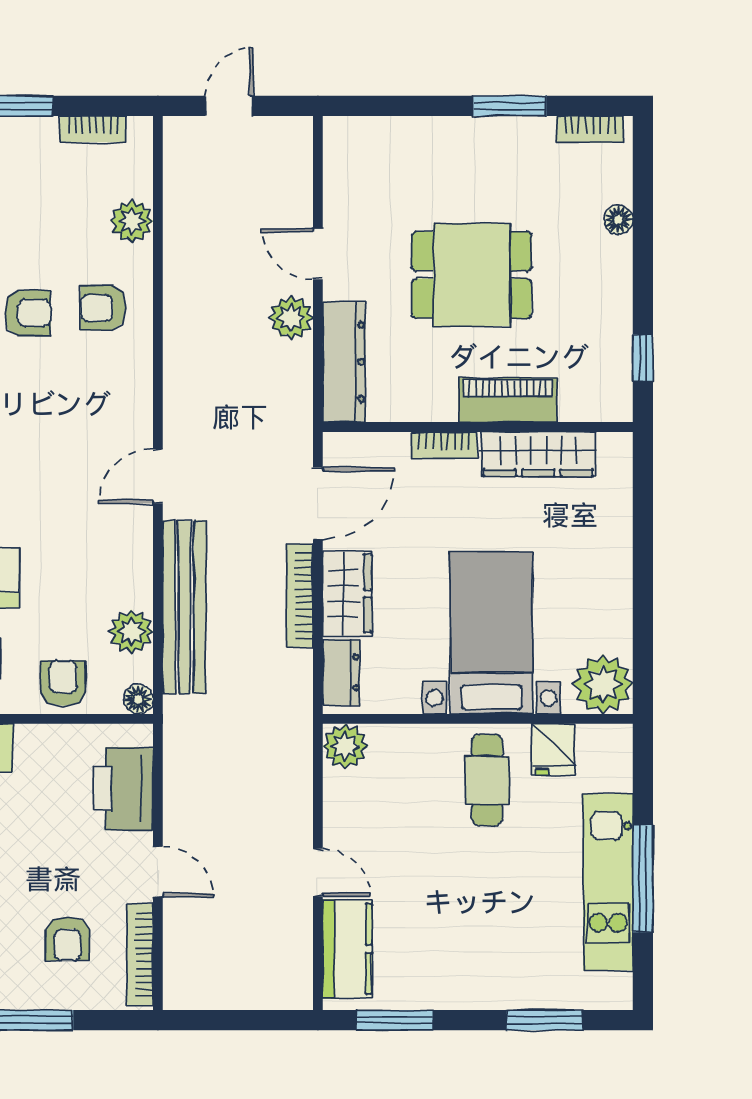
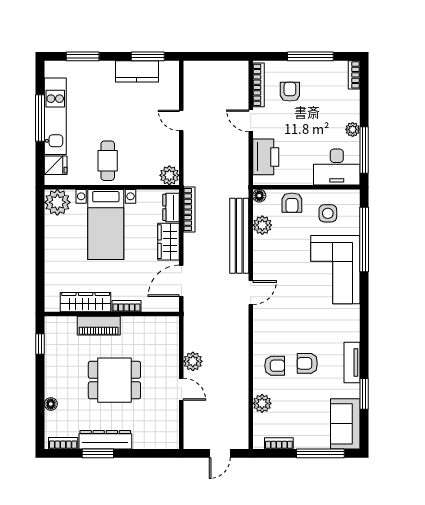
dresser: (344, 362) -> (105, 440), moved, turned 90
bookcase: (300, 596) -> (189, 210), moved
fridge: (554, 750) -> (56, 165), moved, turned 90
kitchen counter: (347, 949) -> (137, 71), moved, turned -90

